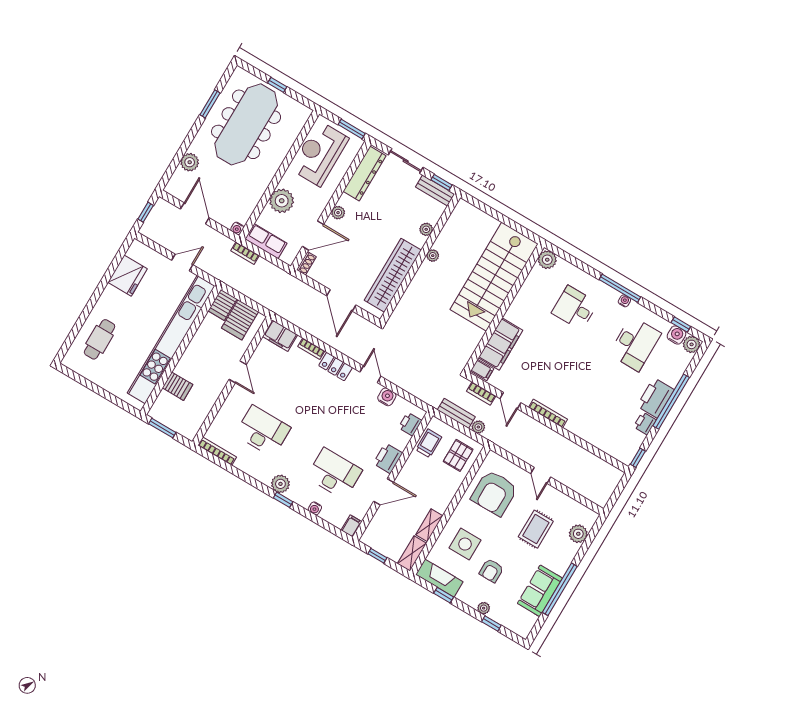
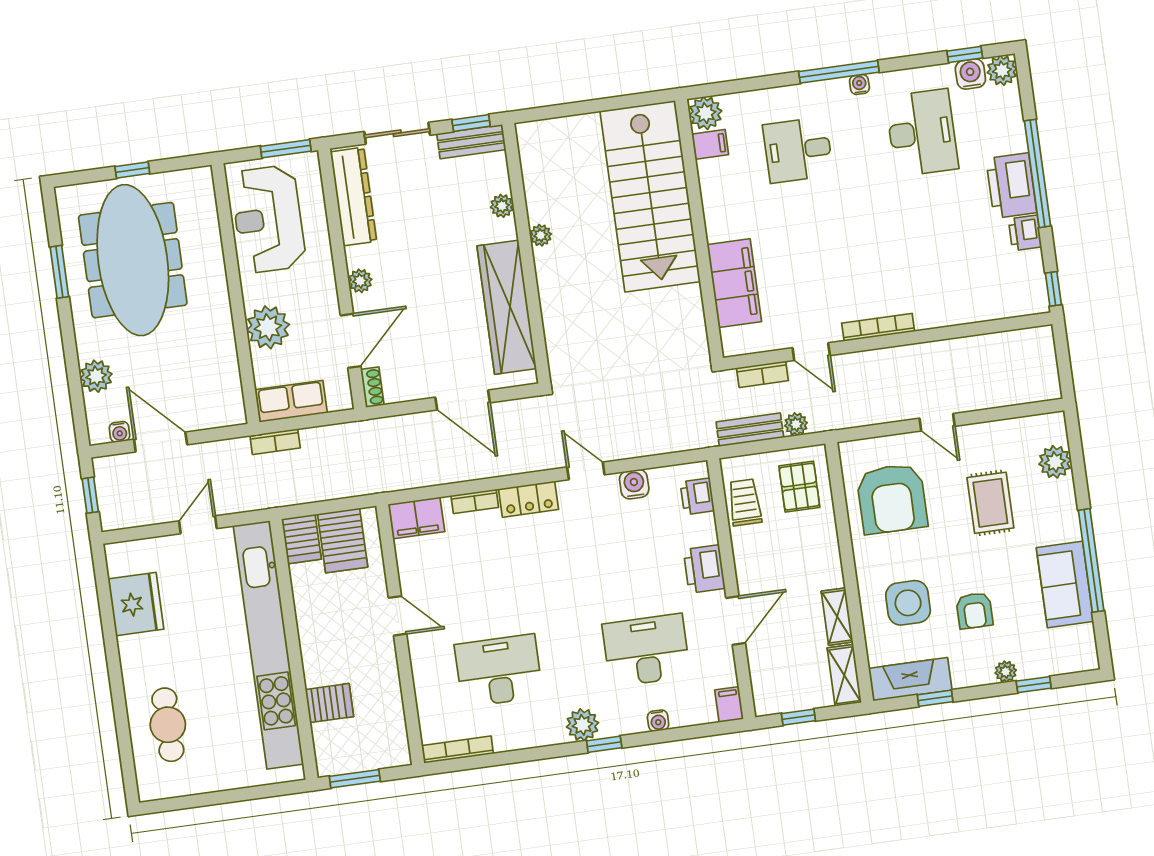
water cooler: (237, 228) -> (119, 432), moved
filing cabinet: (482, 370) -> (710, 144), moved

